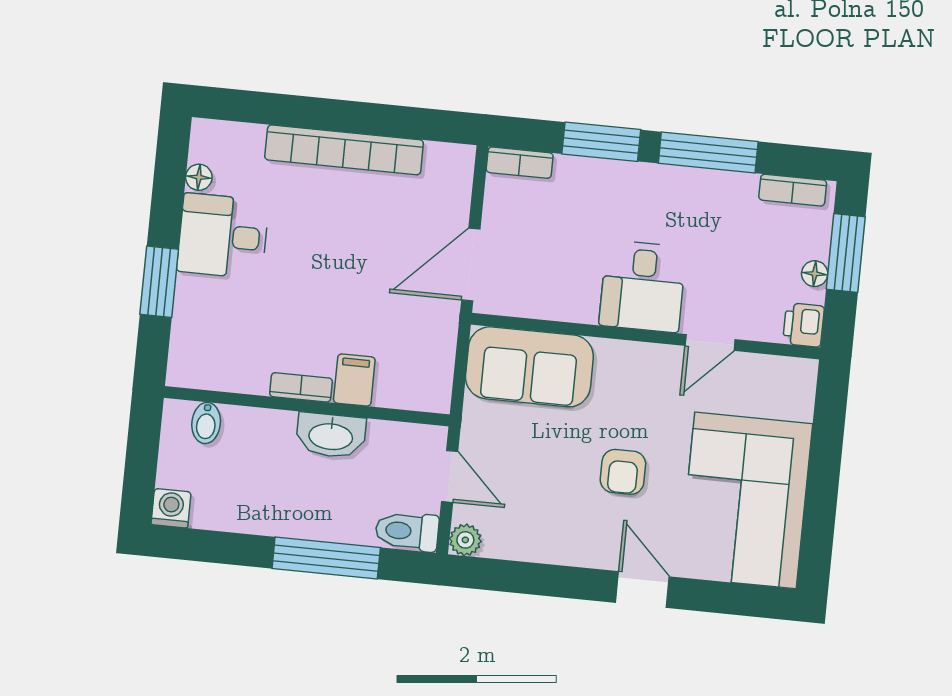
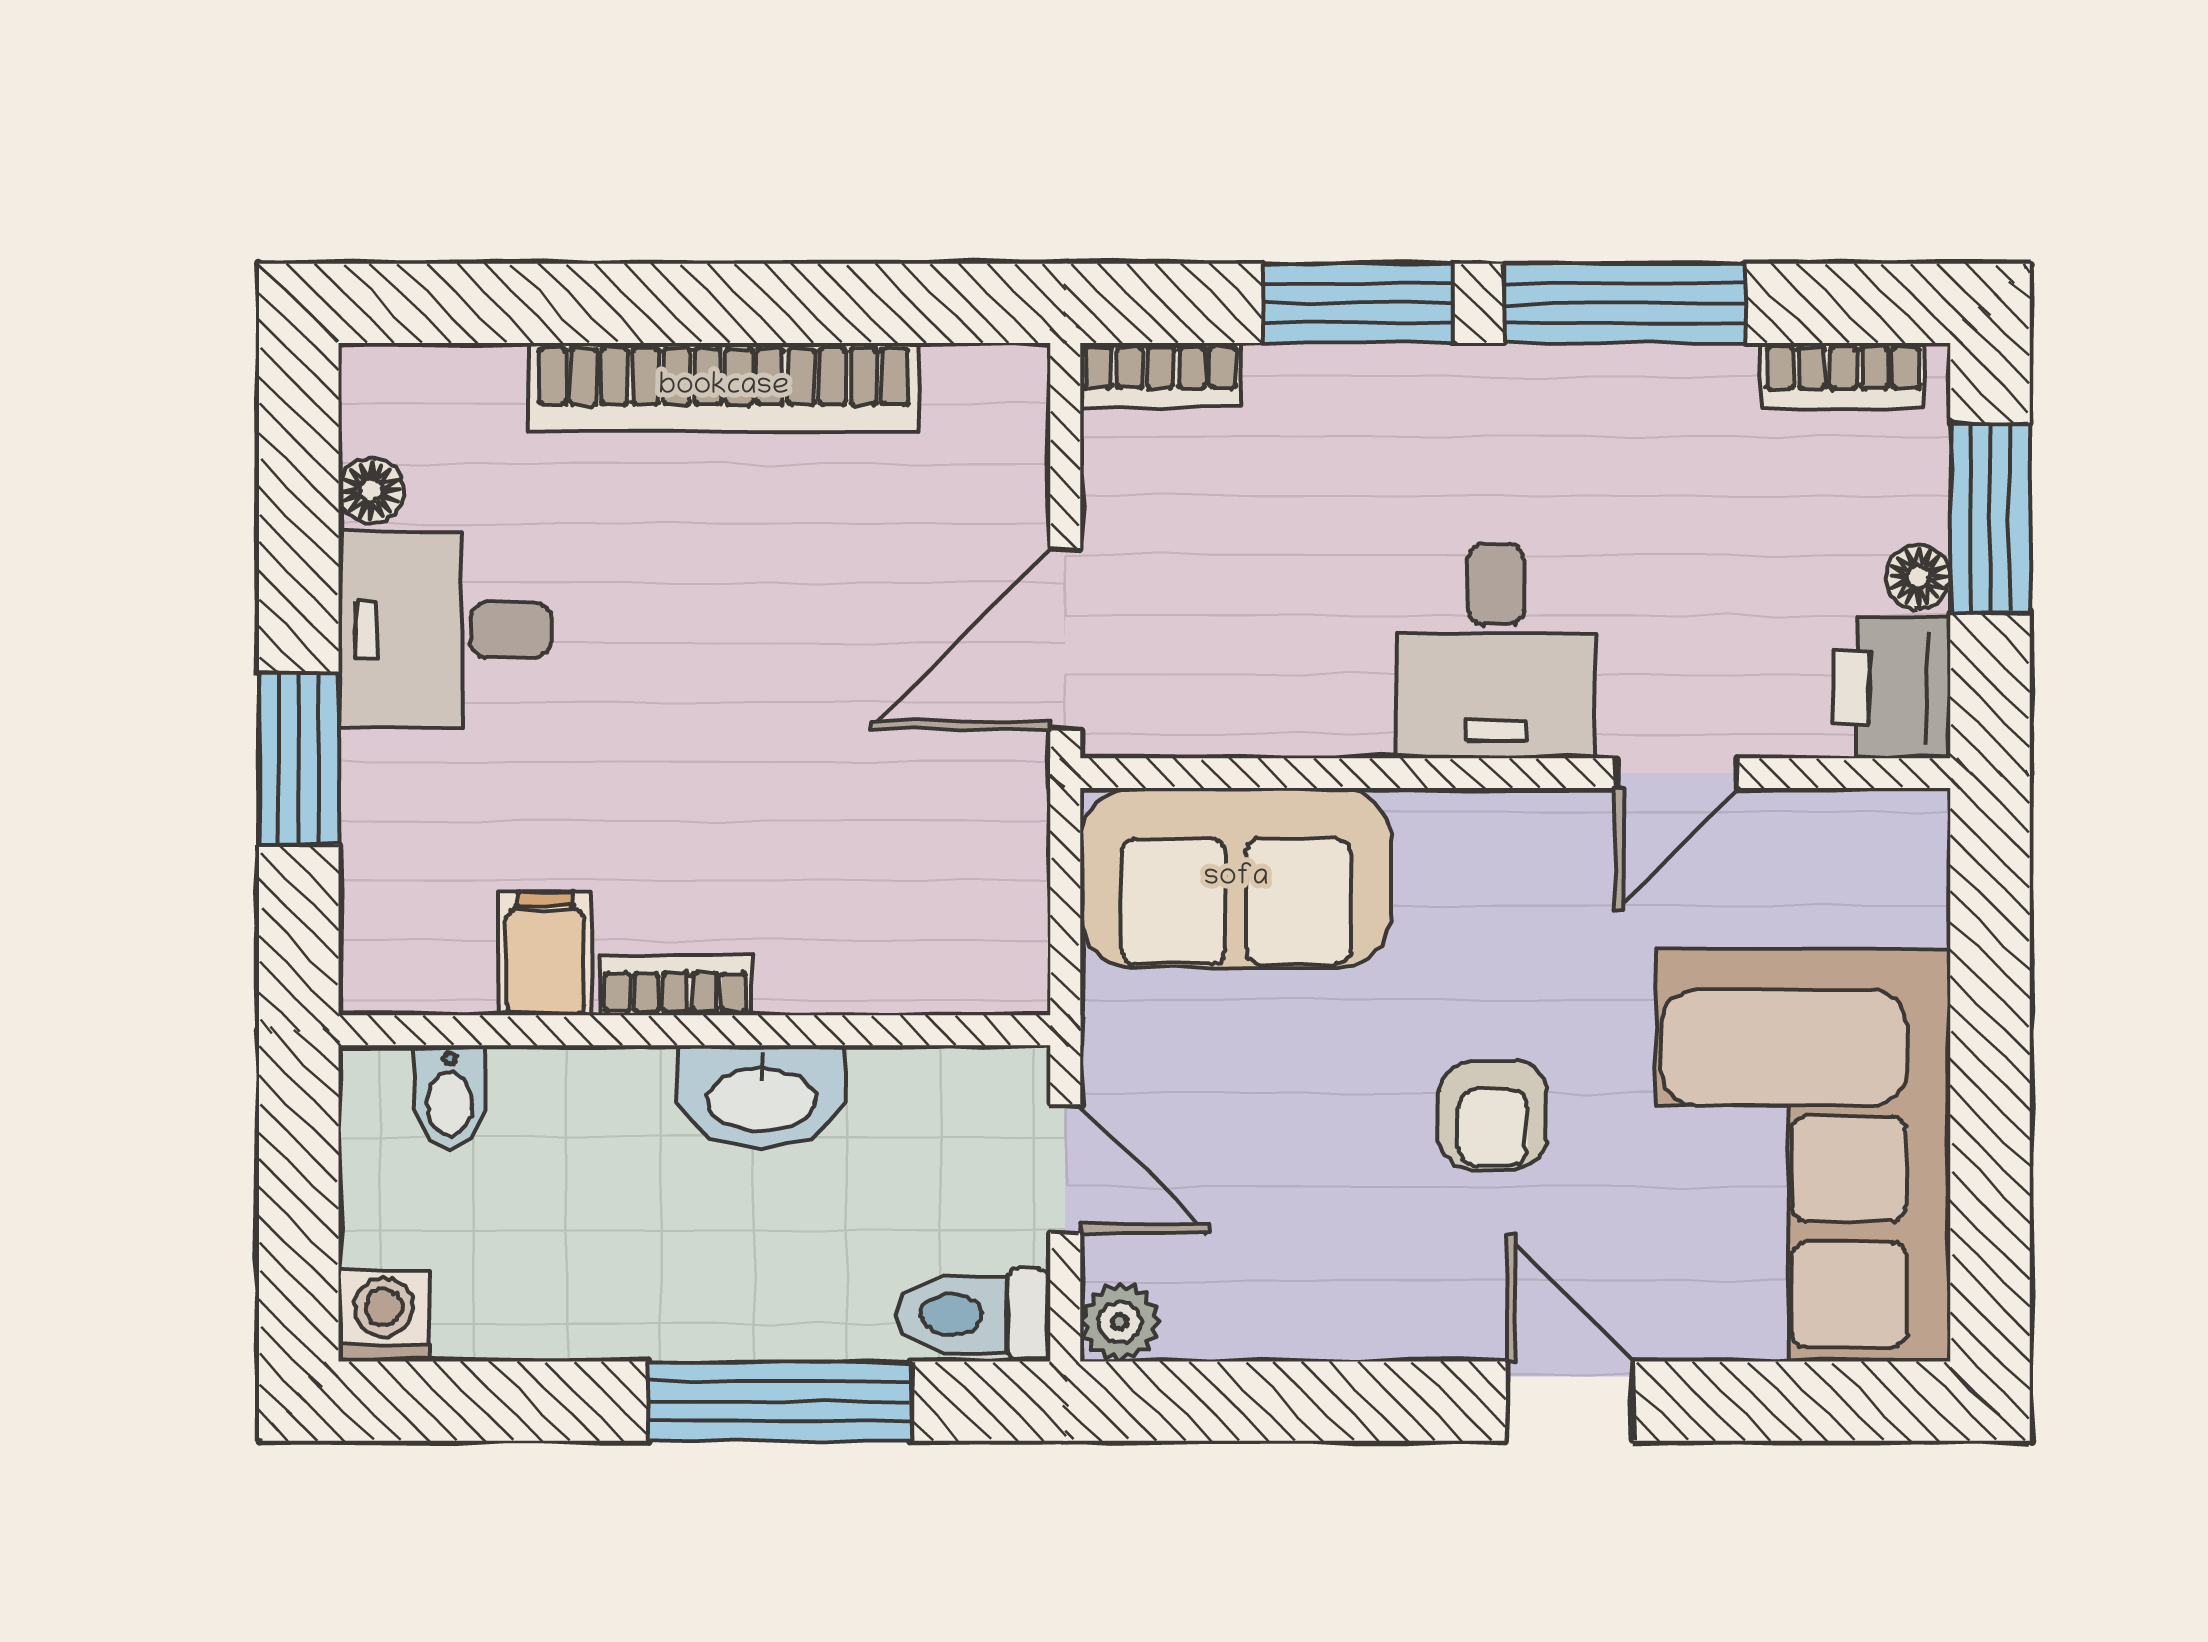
printer: (804, 325) -> (1892, 688), width x1.36, depth x1.24
filing cabinet: (354, 380) -> (545, 954), moved

